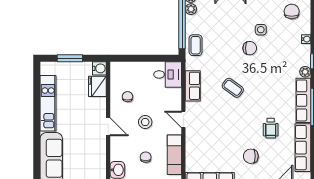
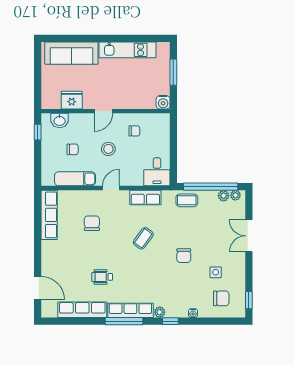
side table: (261, 30) -> (216, 272), moved
fridge: (97, 86) -> (72, 100), moved
chair: (251, 156) -> (92, 223), moved

